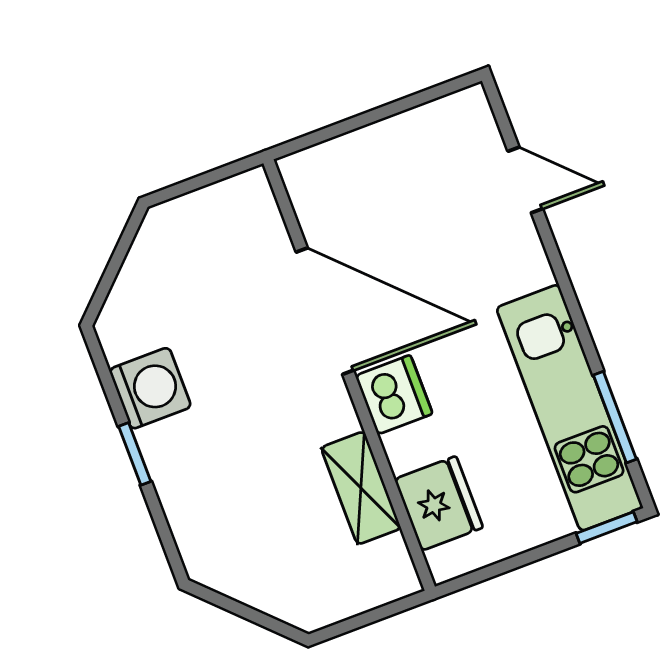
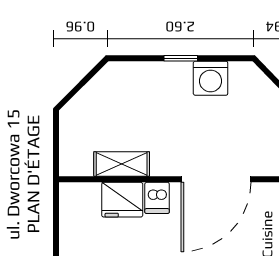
dishwasher: (394, 395) -> (157, 198), width x0.73
fridge: (439, 503) -> (122, 200), moved

